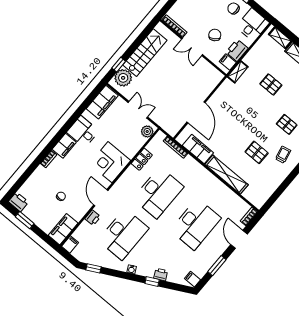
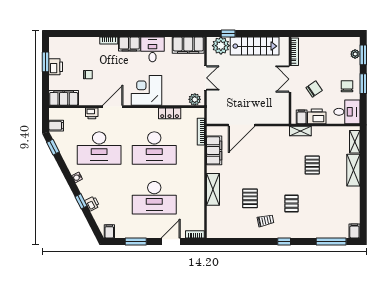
shelving: (227, 174) -> (213, 189), width x0.68
printer: (18, 202) -> (56, 67), moved
filing cabinet: (70, 244) -> (56, 126), moved

